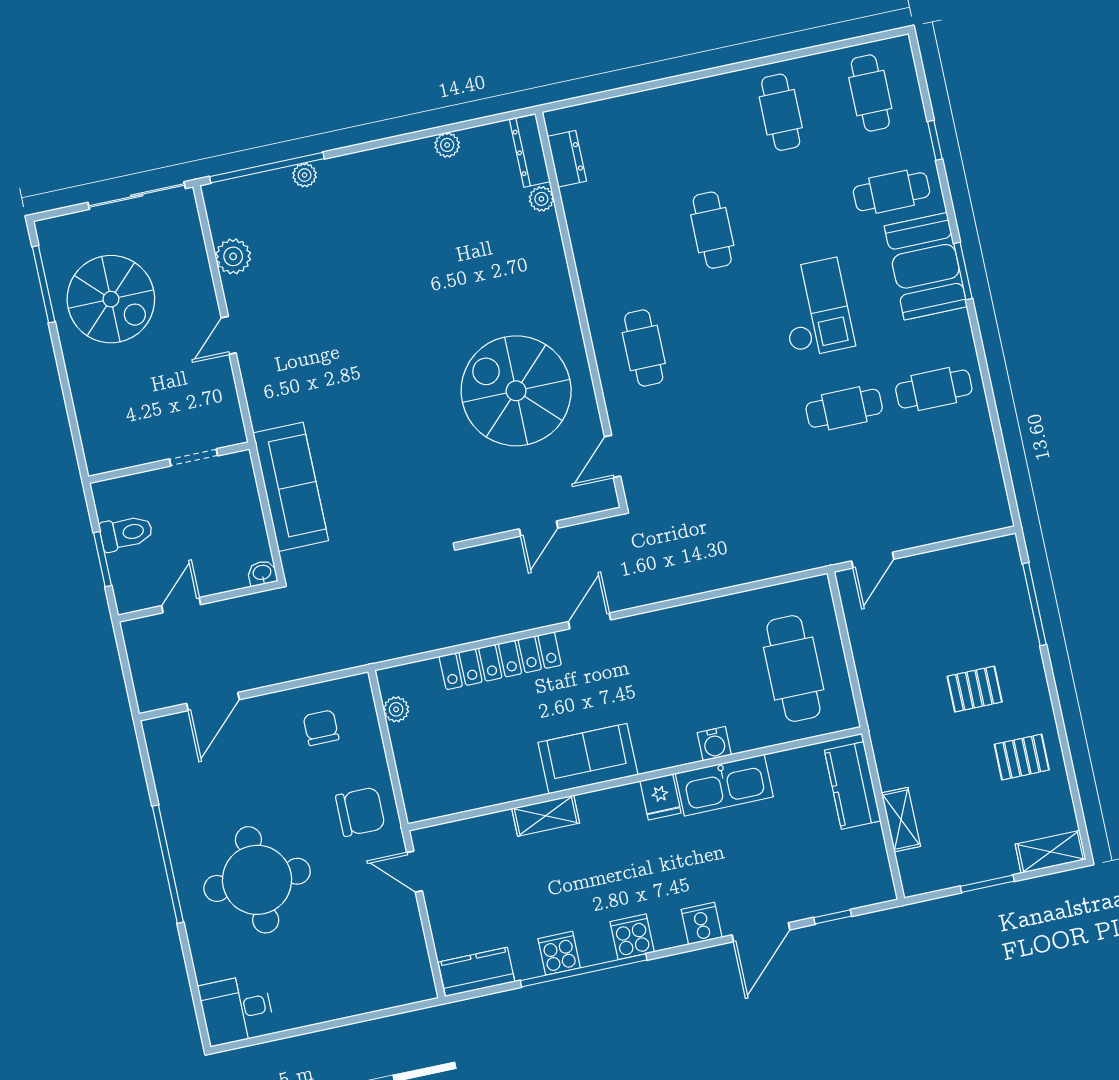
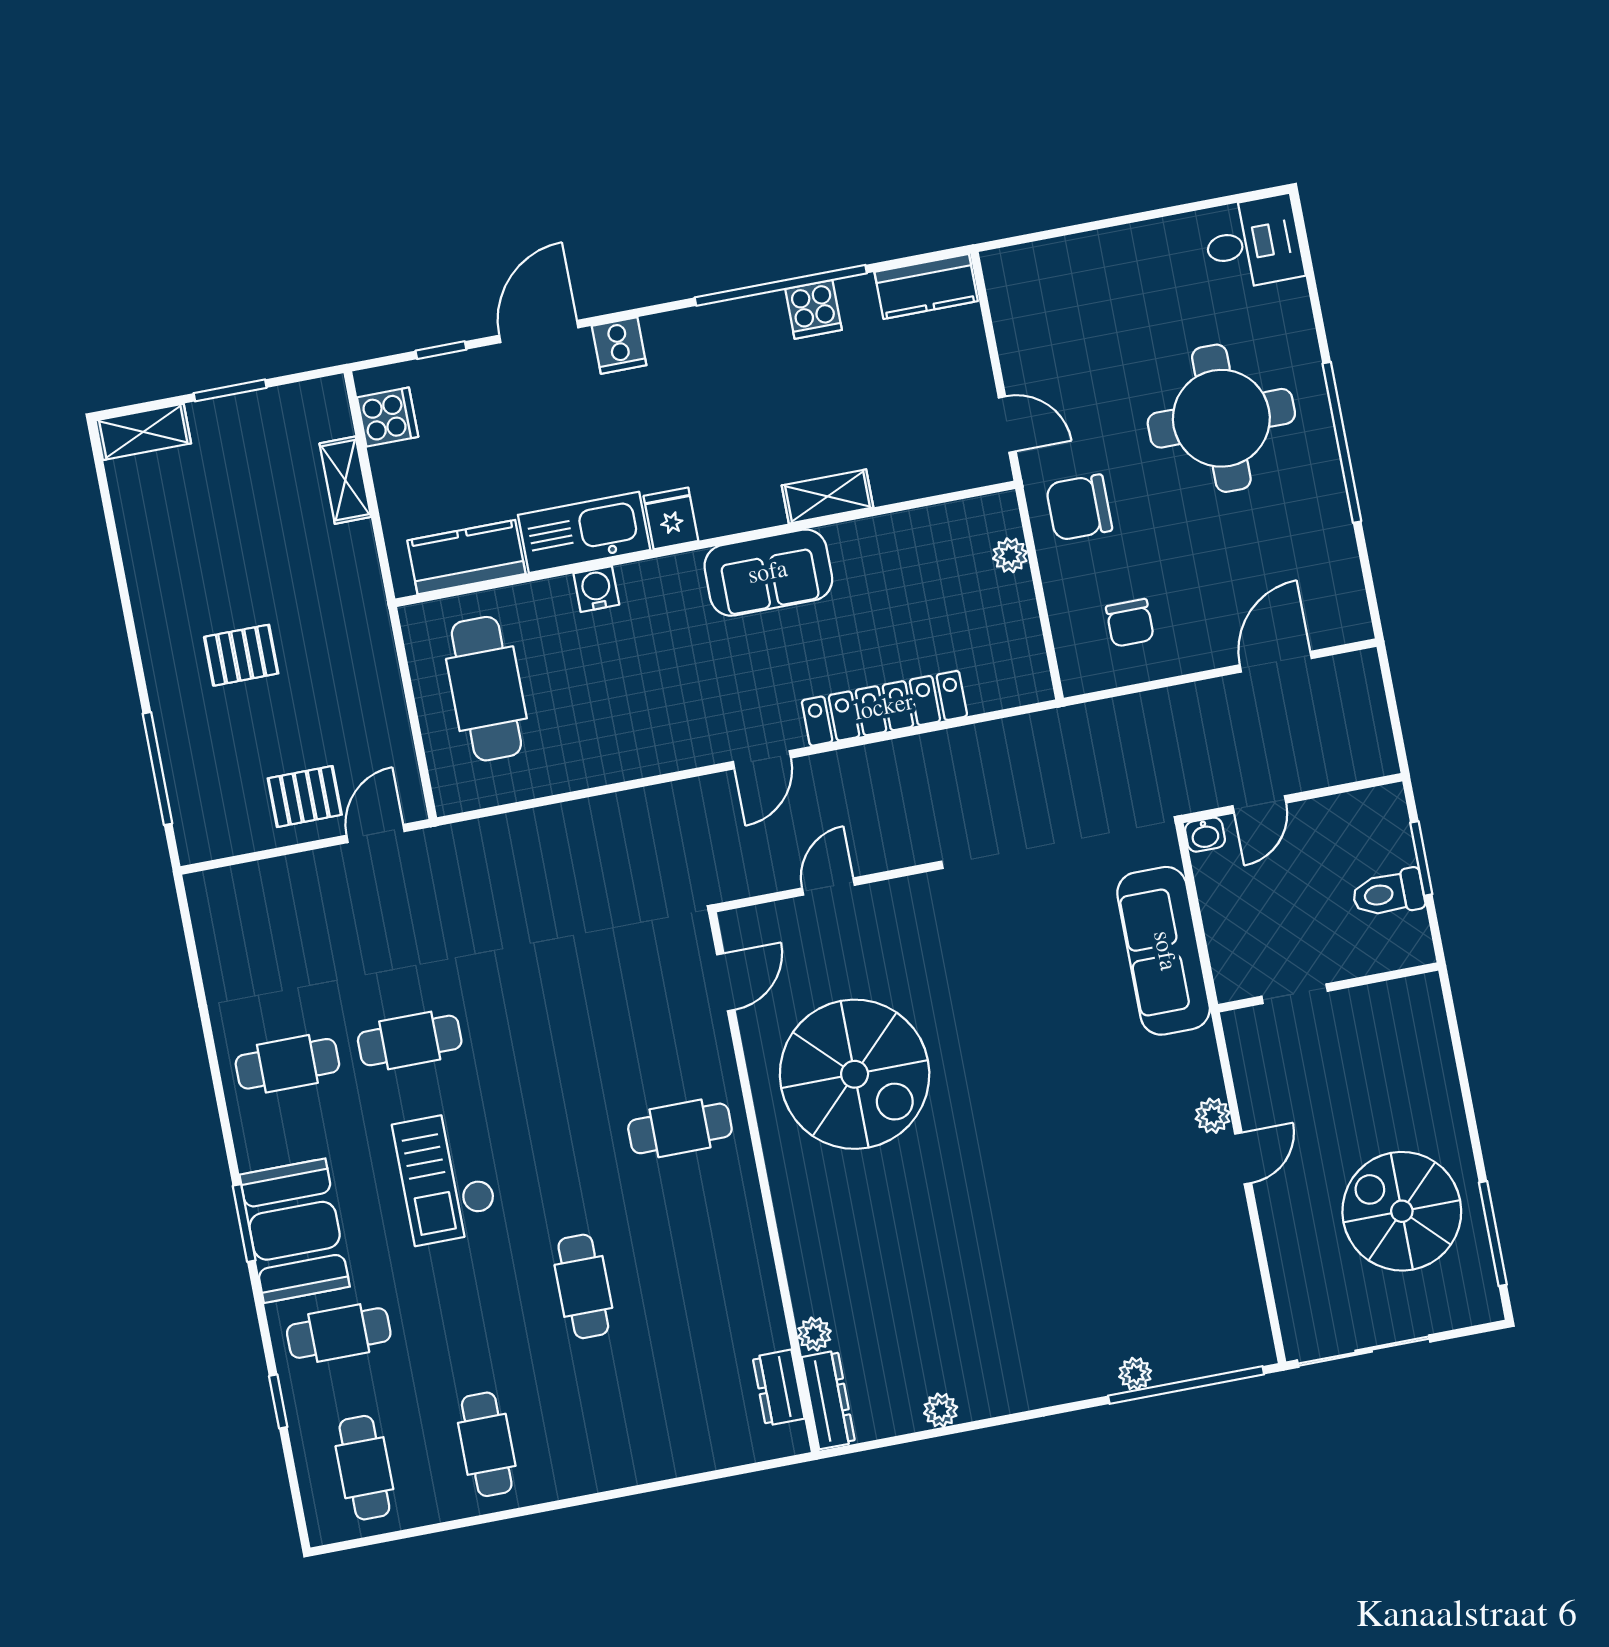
plant: (233, 256) -> (1213, 1116), moved, width x0.73, depth x0.73
cafe table: (644, 348) -> (680, 1128), turned 90
door: (181, 605) -> (1259, 804), moved
plant: (396, 709) -> (1010, 555), moved
pallet: (1022, 757) -> (305, 797), moved
kitchen counter: (853, 785) -> (466, 557), moved, turned -90
cooker: (632, 937) -> (388, 417), moved, turned -90

